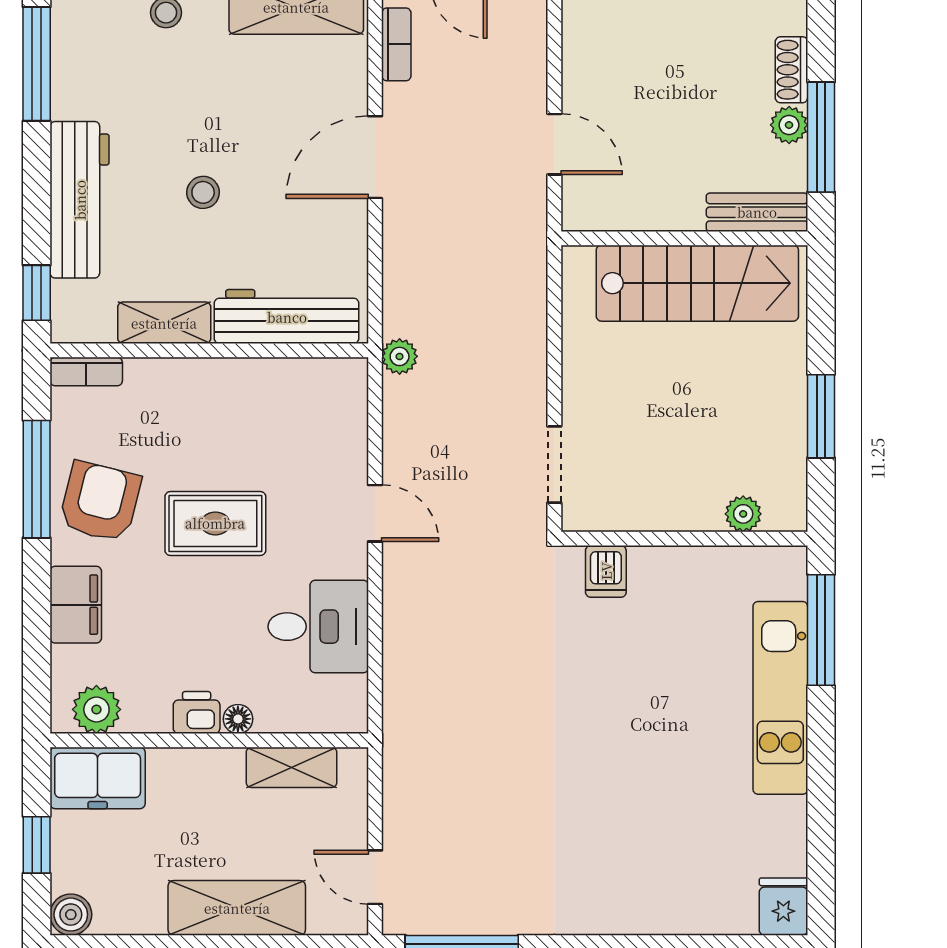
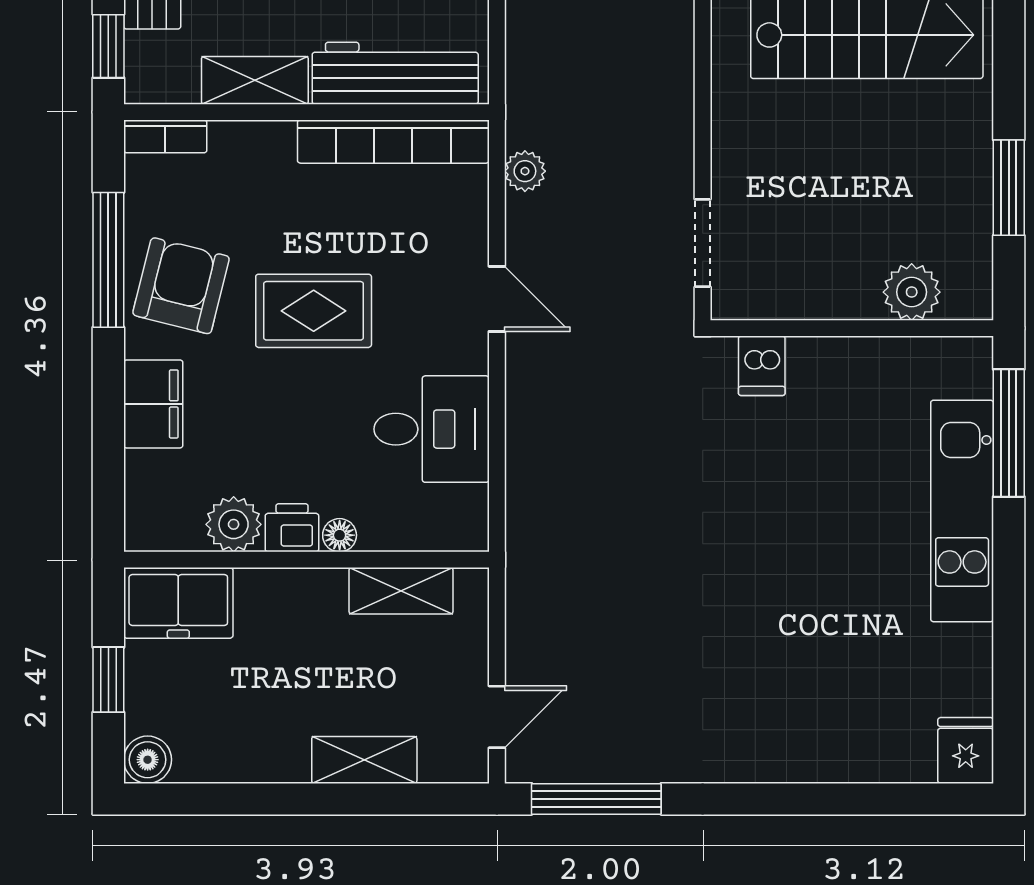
plant: (400, 356) -> (525, 171), moved
bookcase: (285, 376) -> (393, 142), added
plant: (743, 514) -> (912, 292), width x1.38, depth x1.38
plant: (96, 709) -> (234, 524), moved
door: (375, 877) -> (497, 717), swing flipped
shelving: (237, 908) -> (364, 760), width x0.67, depth x0.75

